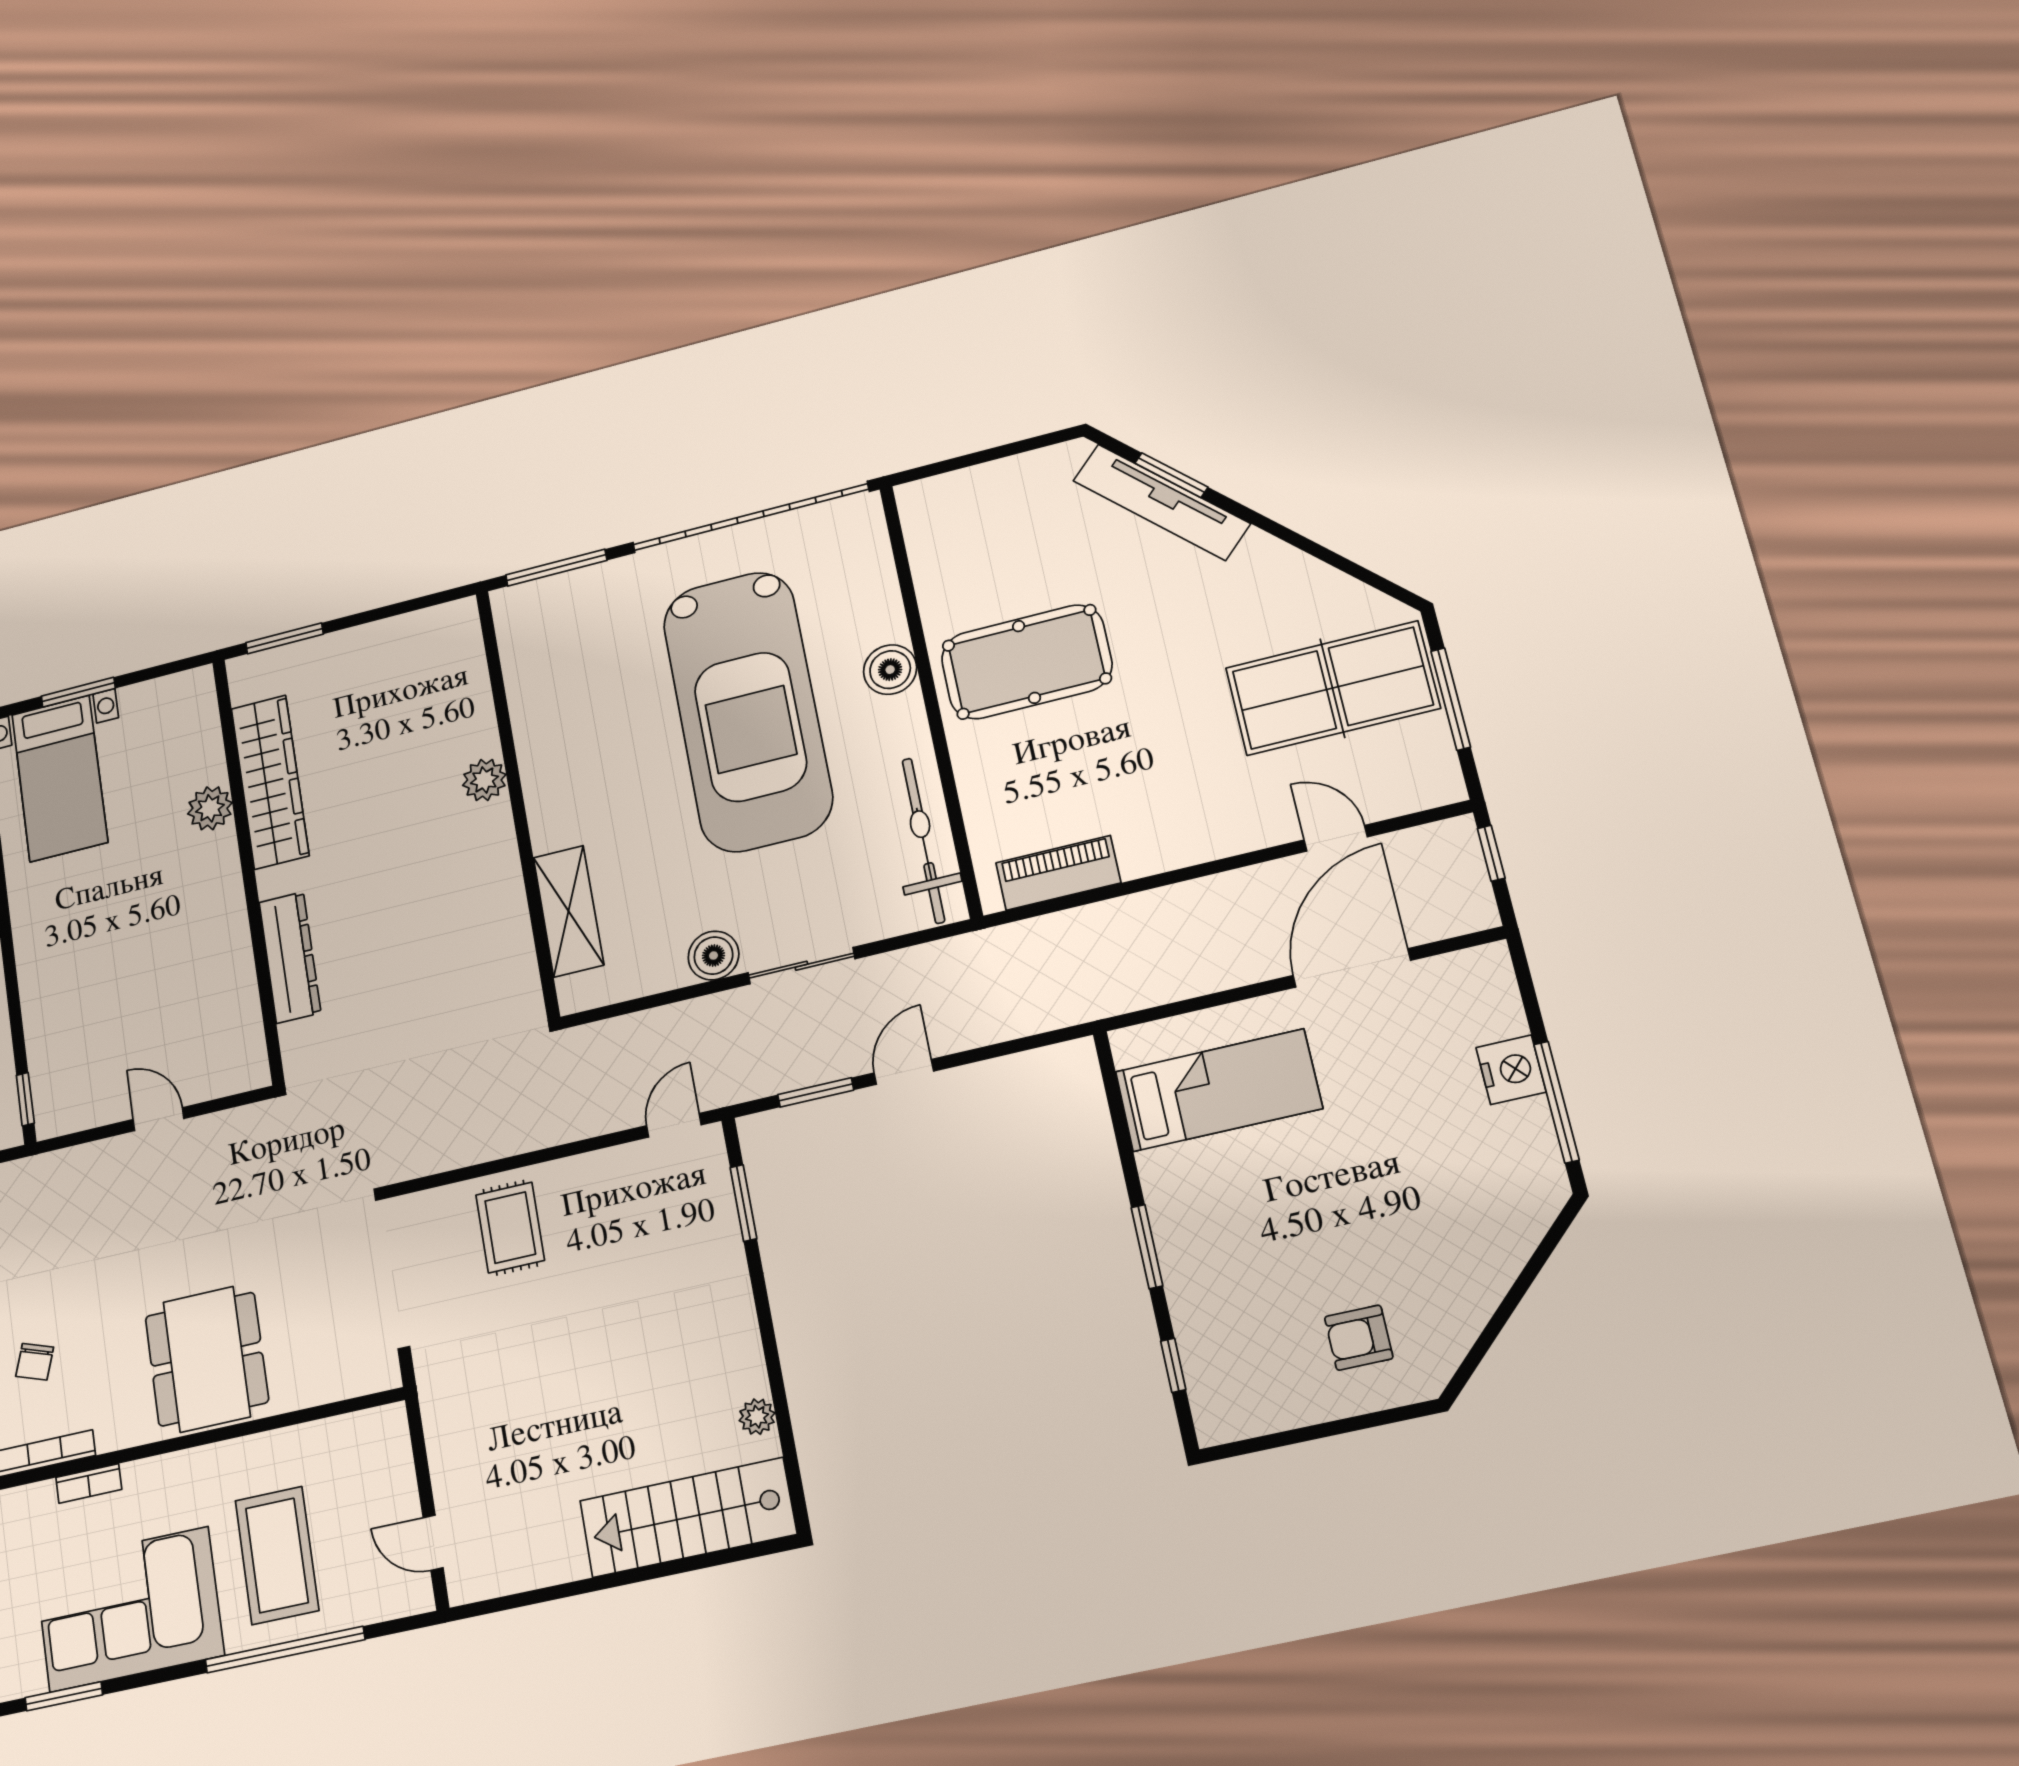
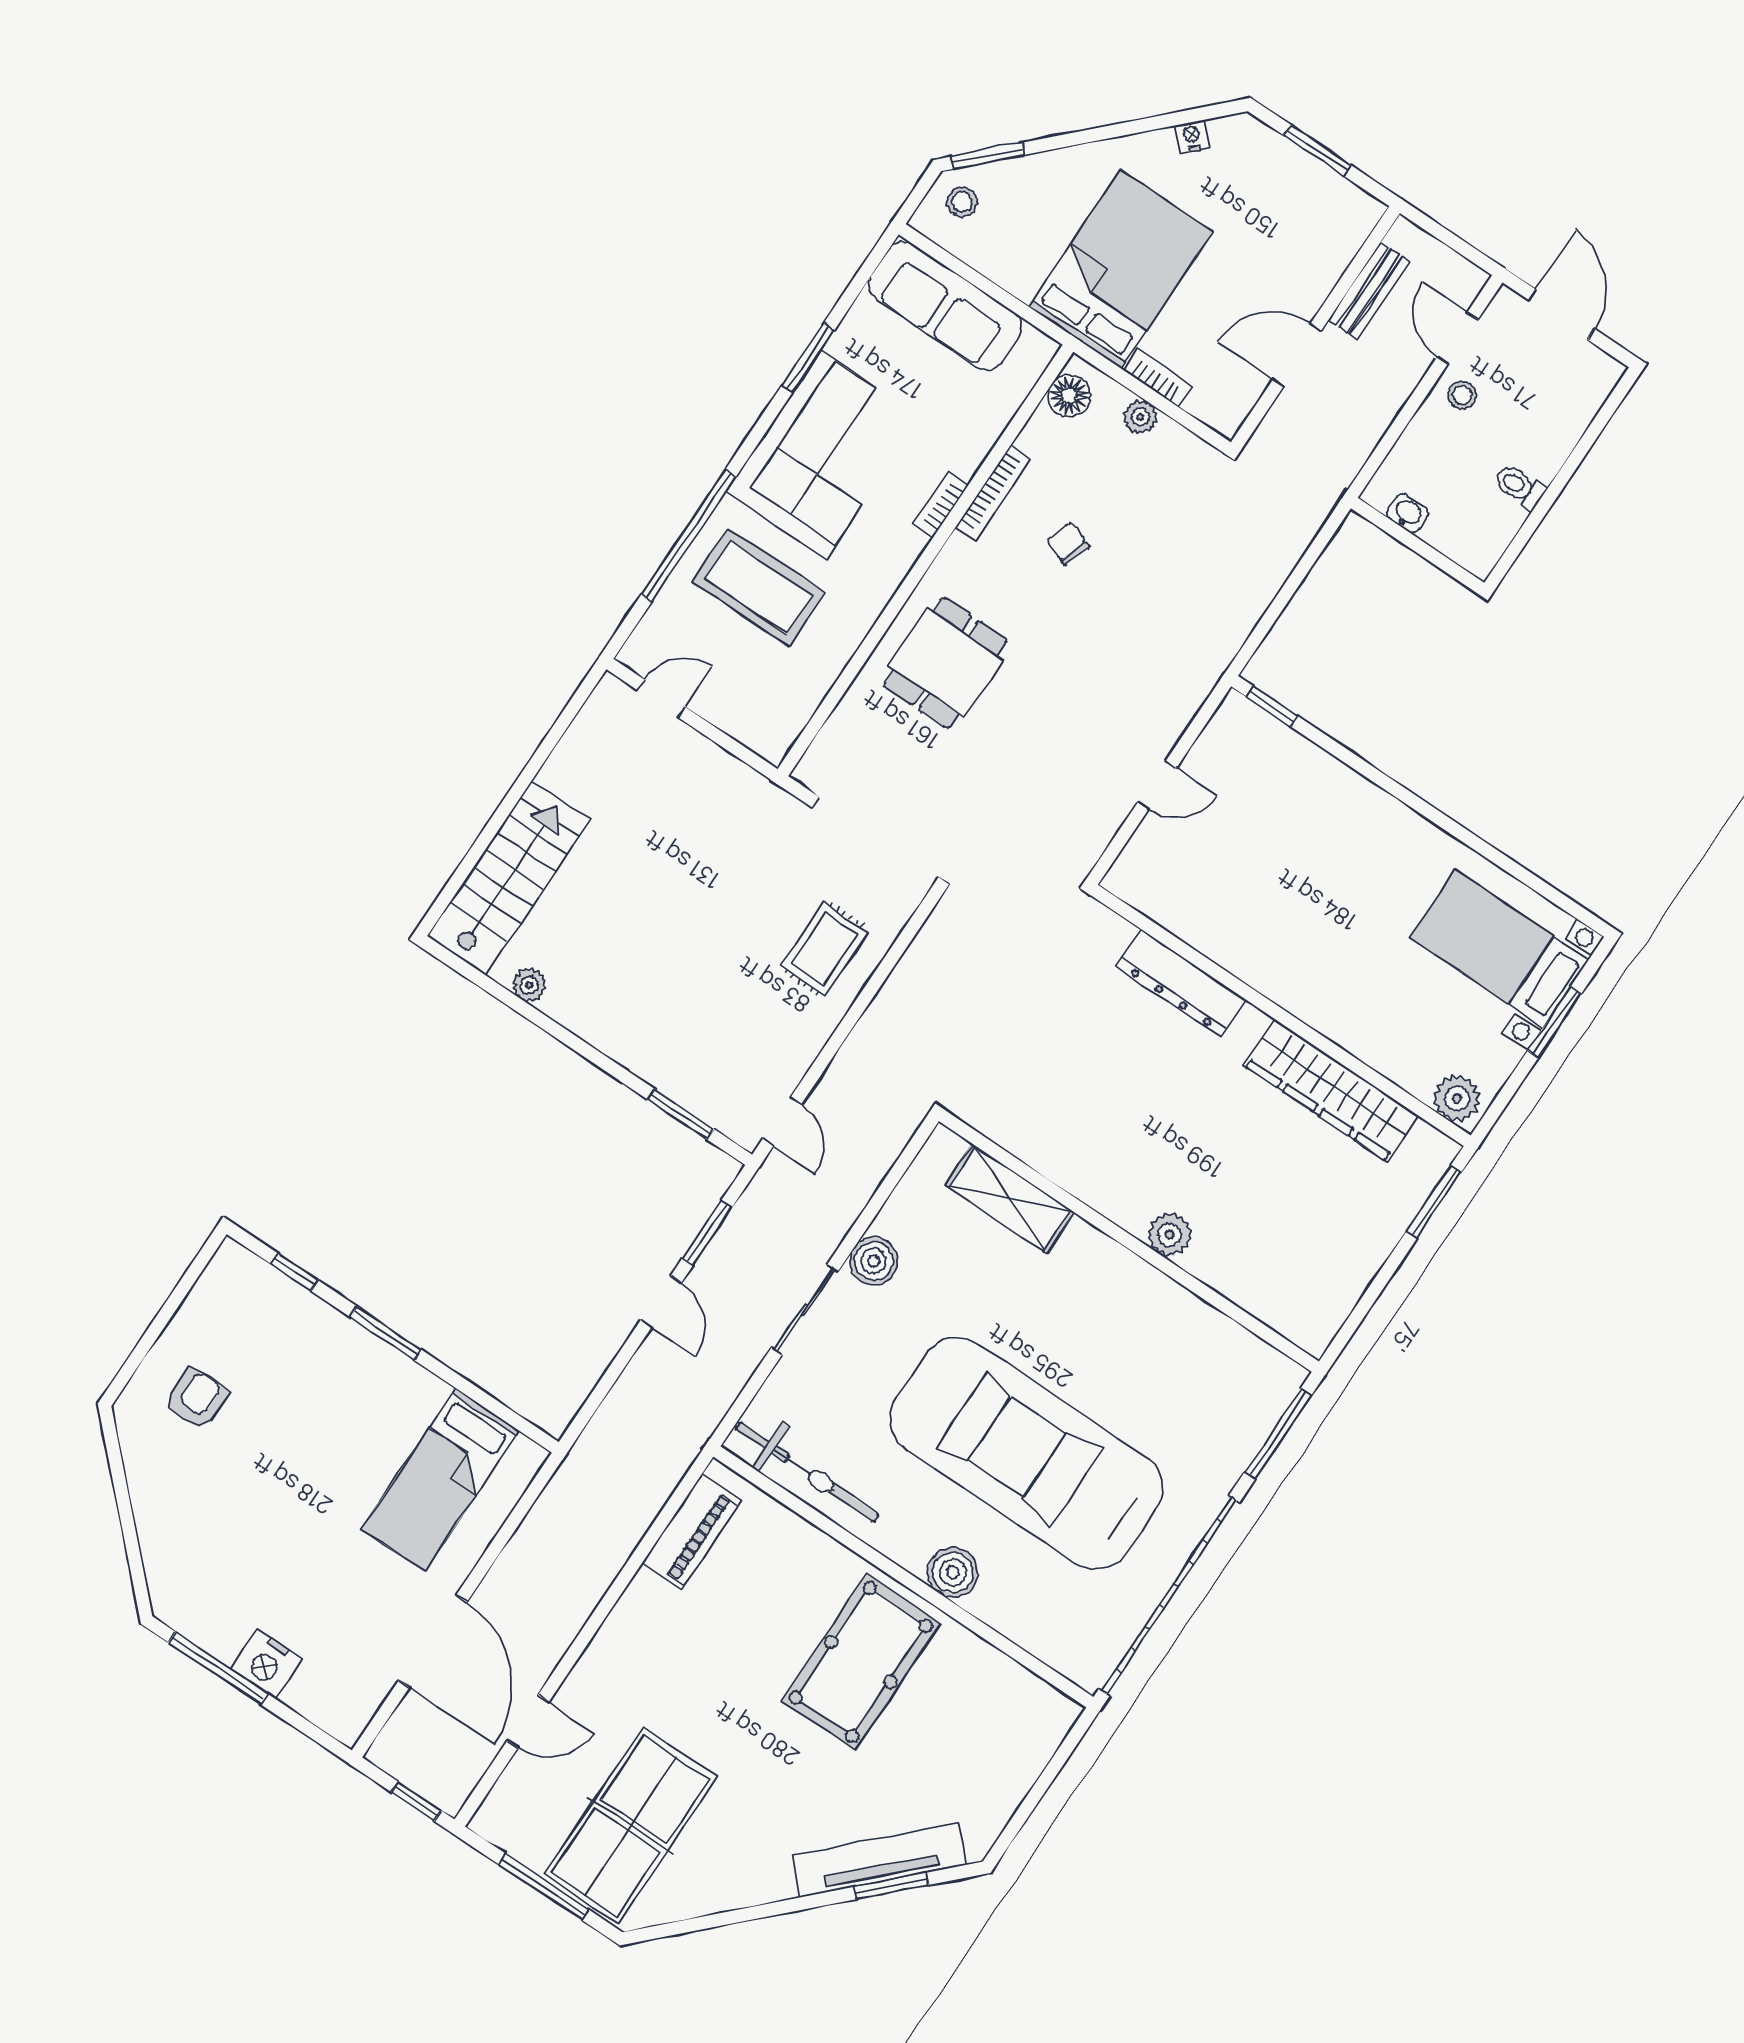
plant: (210, 808) -> (1457, 1098), moved
rug: (510, 1228) -> (825, 949), turned 90
dining table: (207, 1359) -> (945, 663), width x0.73

